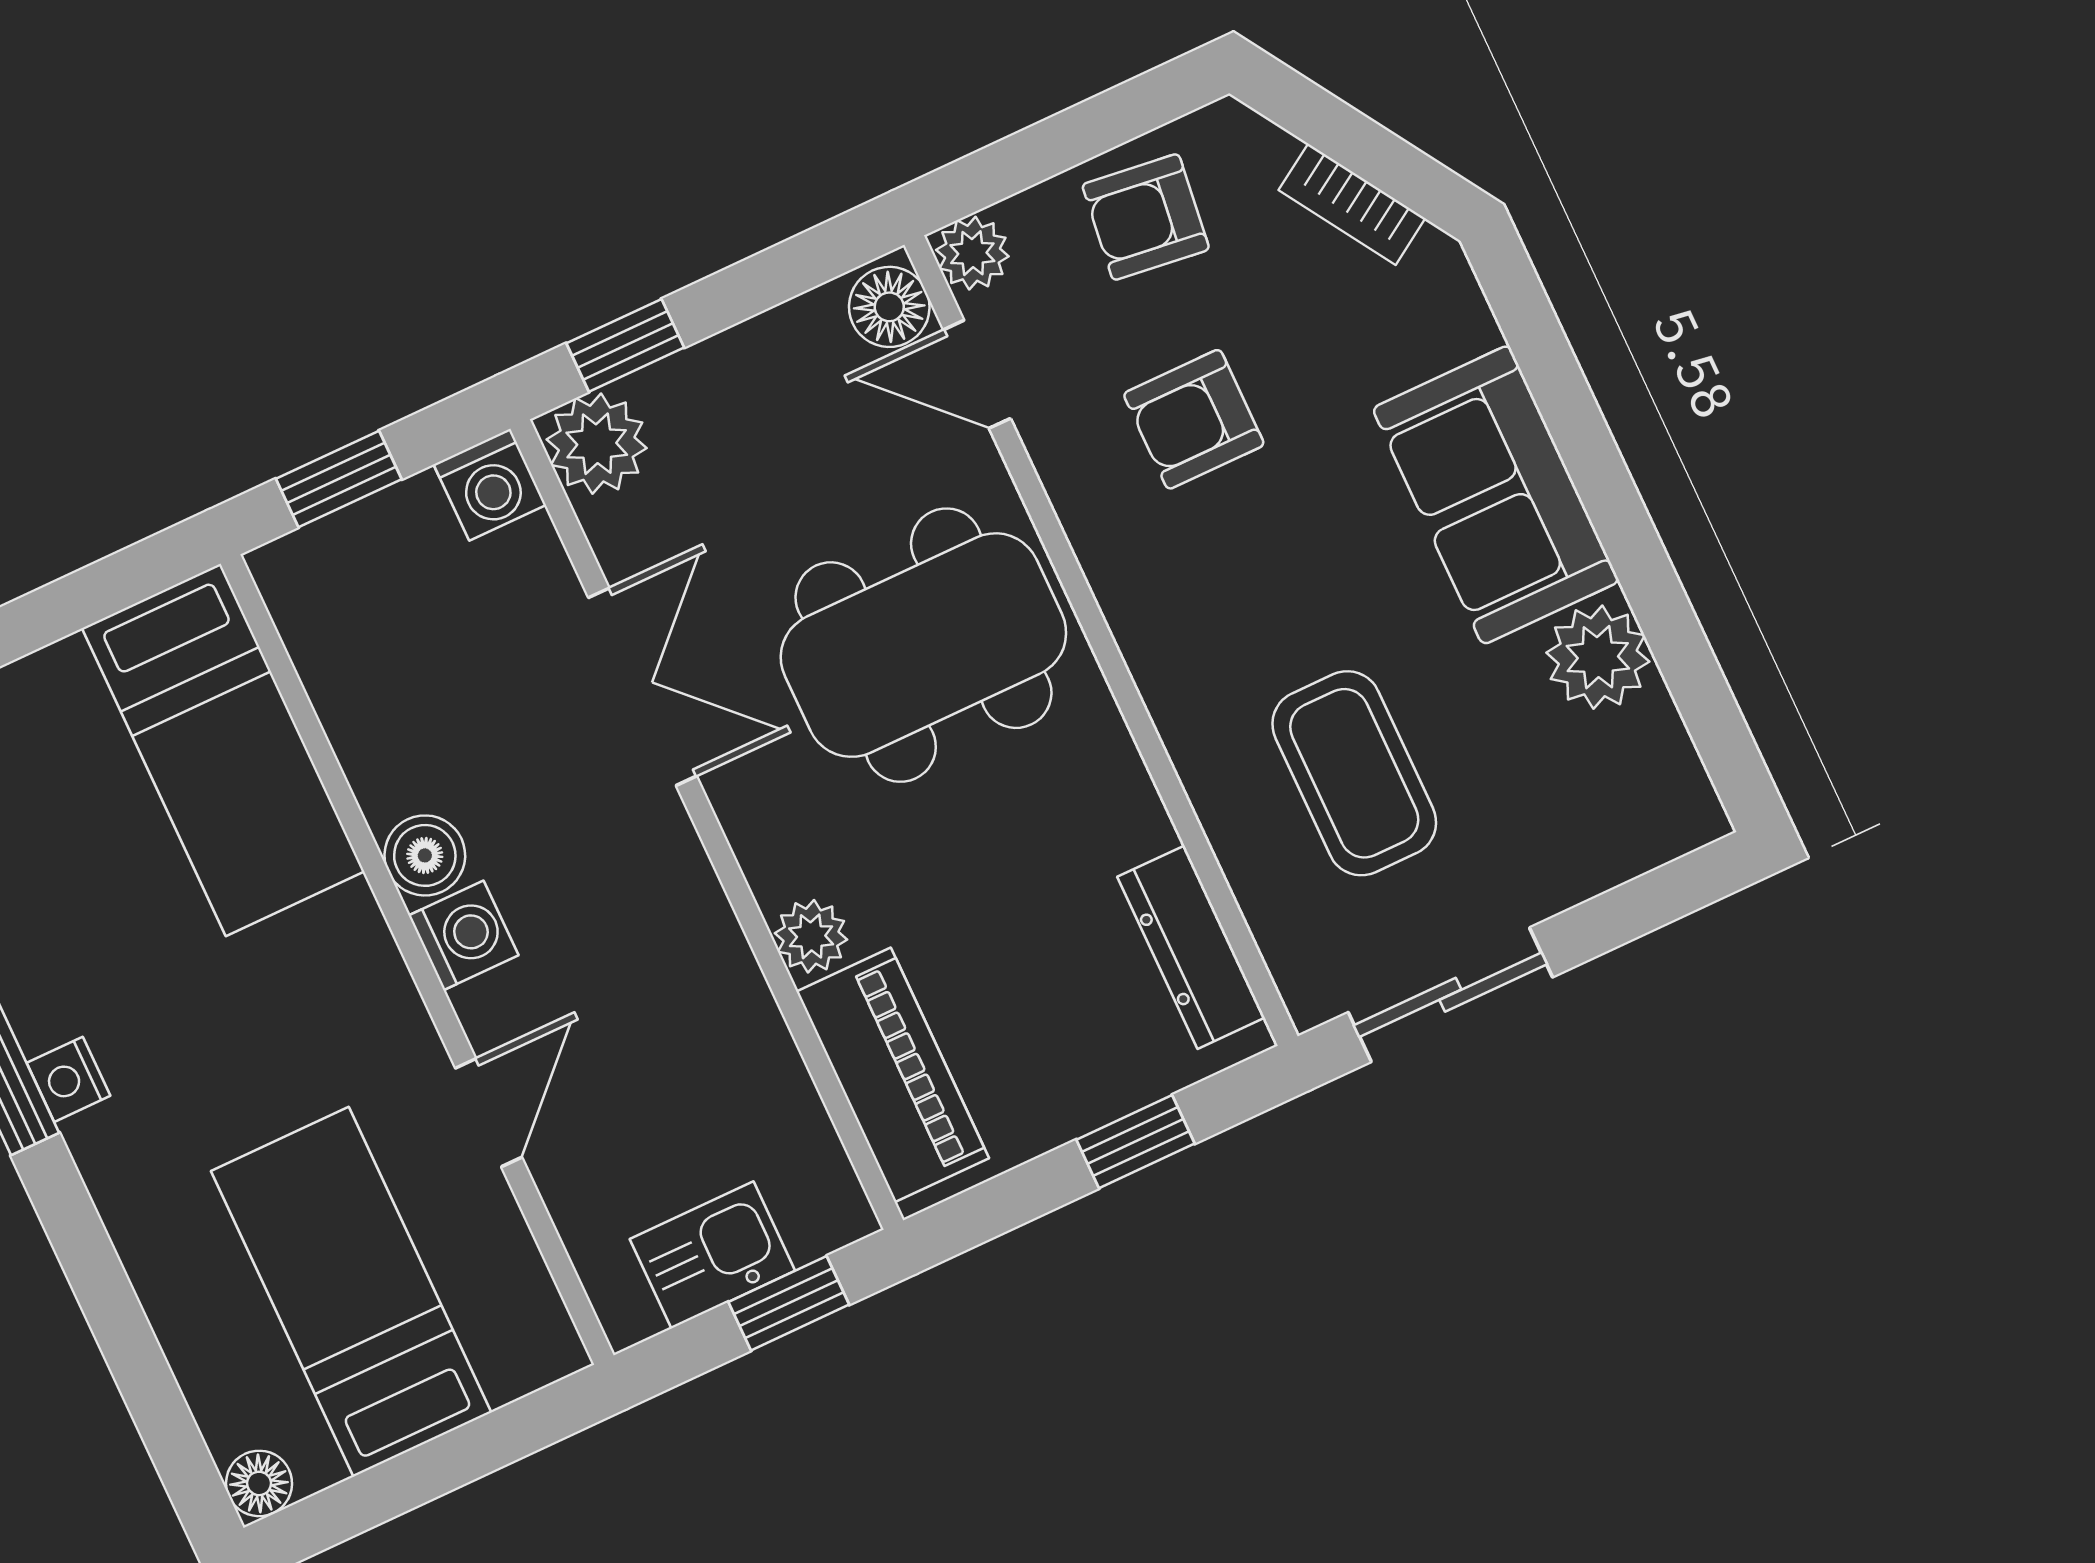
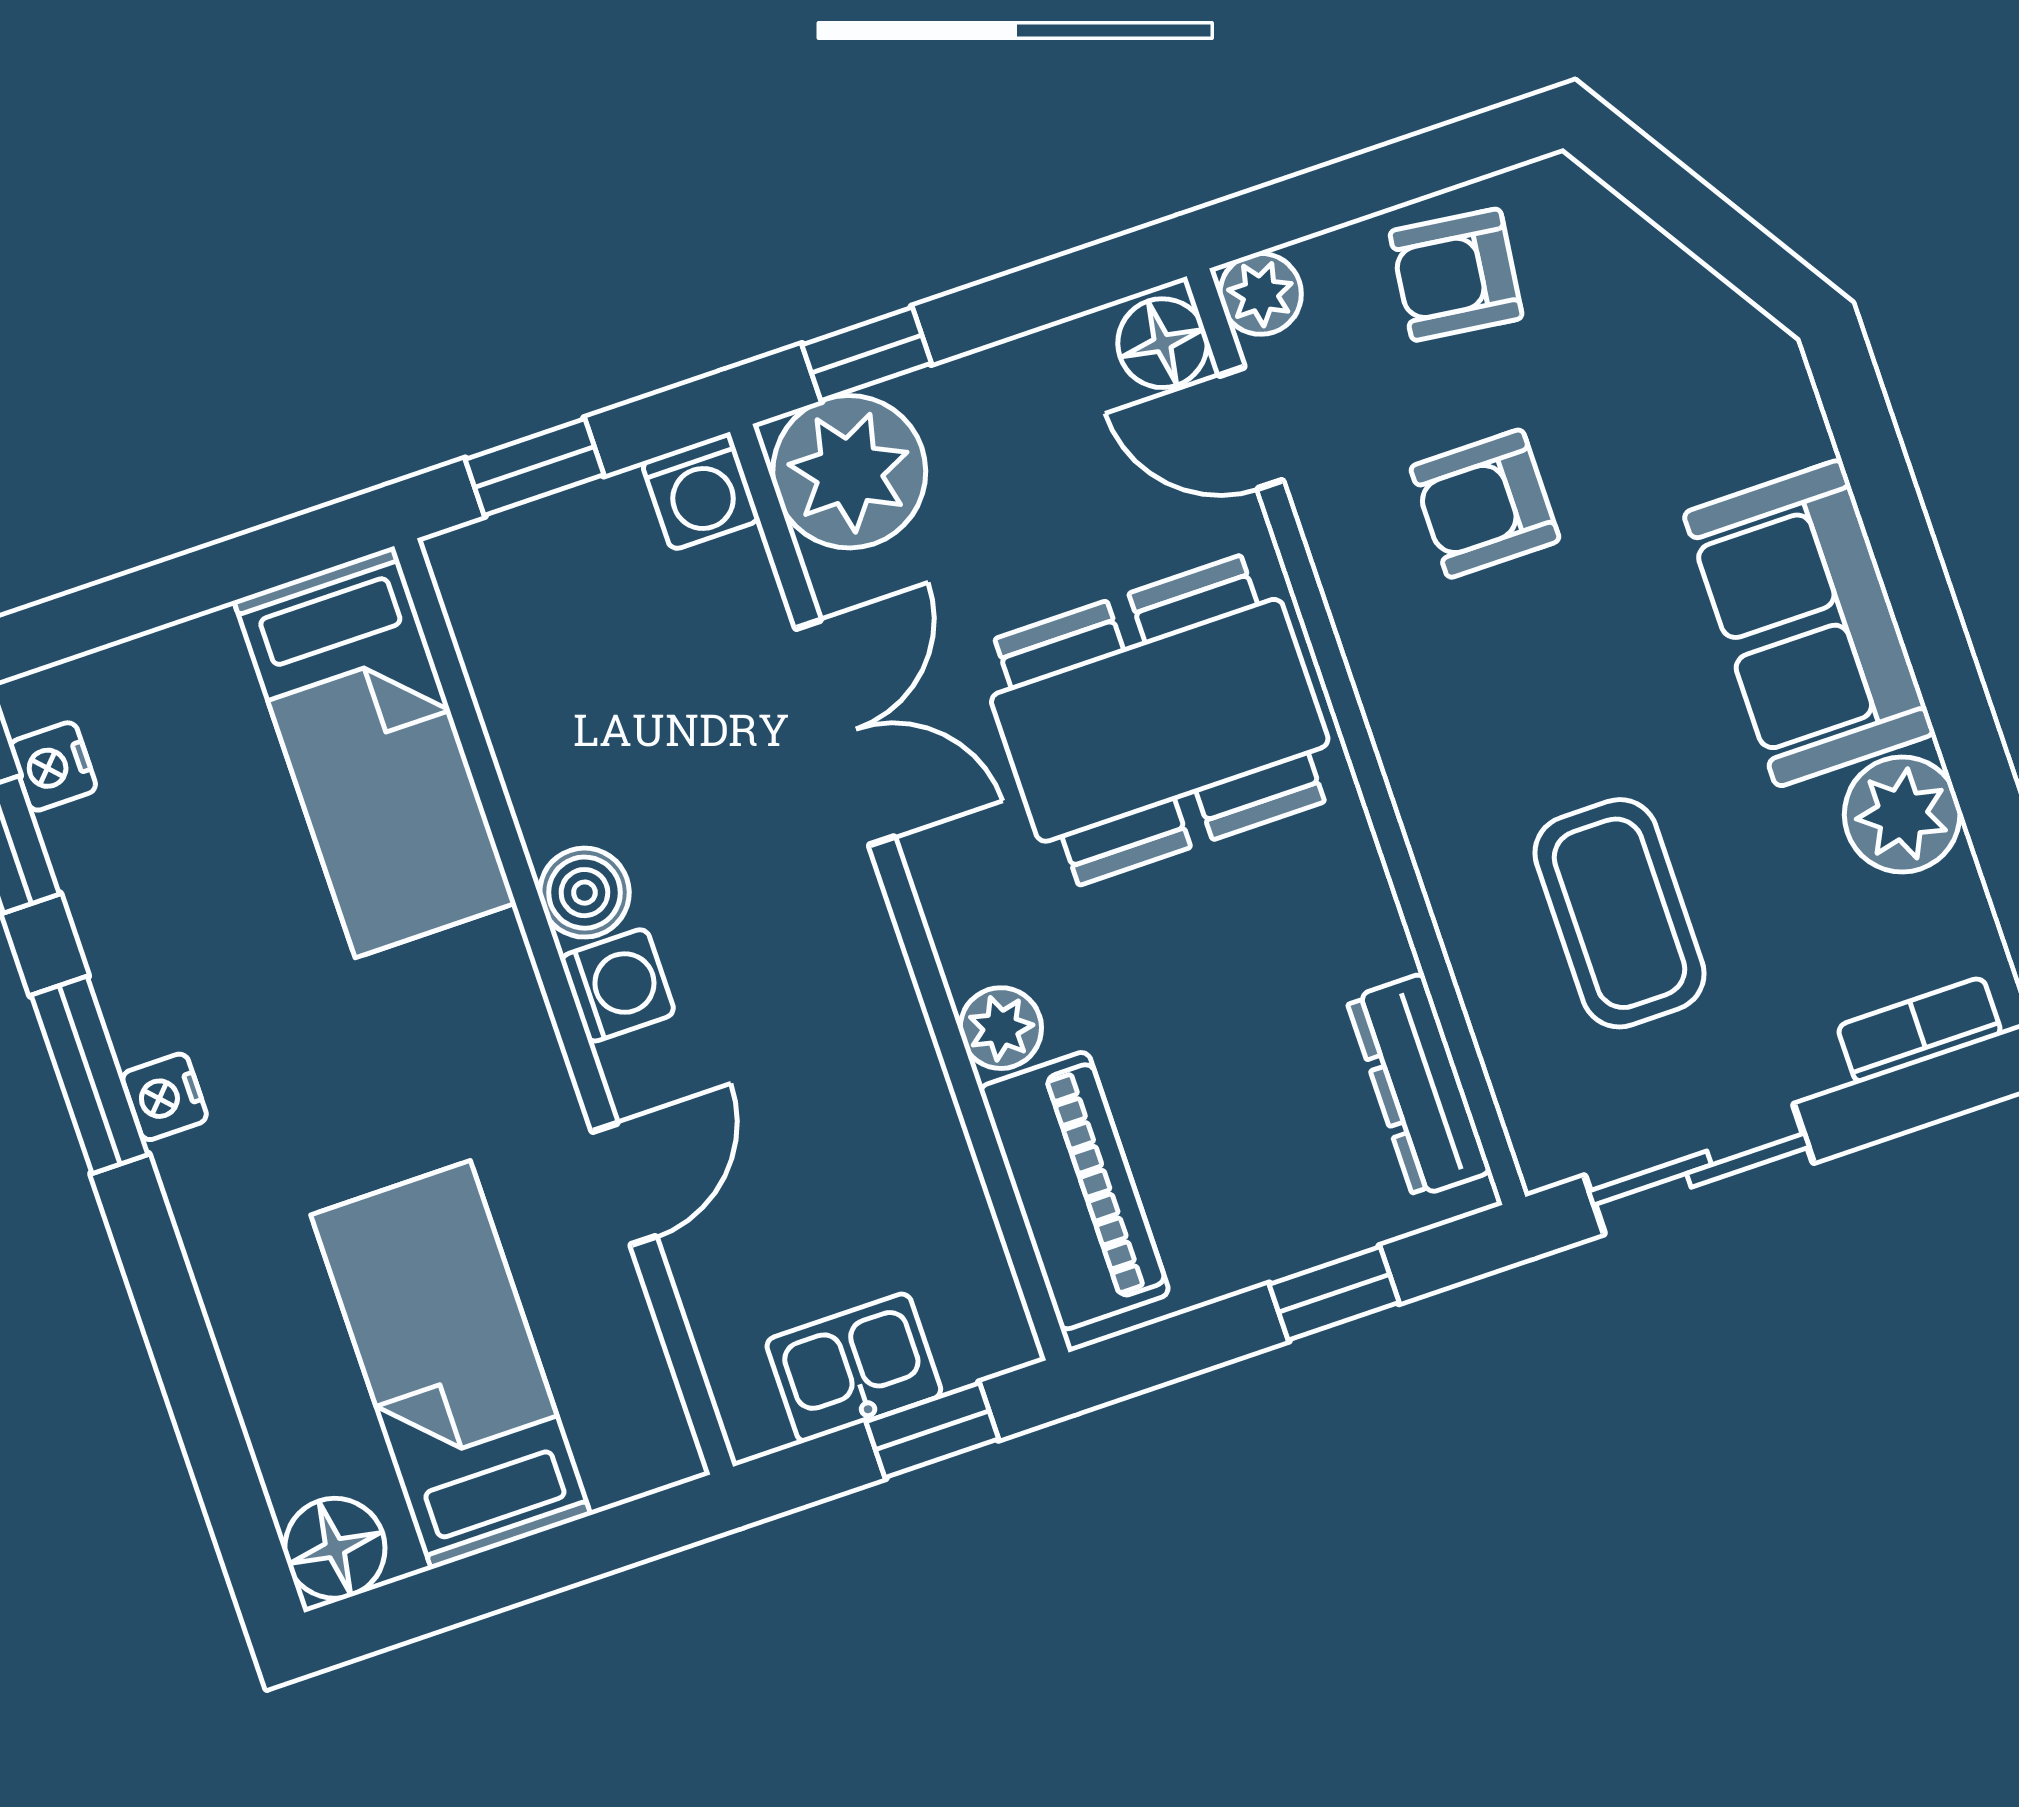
bookcase: (1352, 204) -> (1919, 1030), moved, turned 122
plant: (597, 444) -> (849, 472), width x1.36, depth x1.36
floor lamp: (259, 1483) -> (335, 1548), width x1.37, depth x1.37

